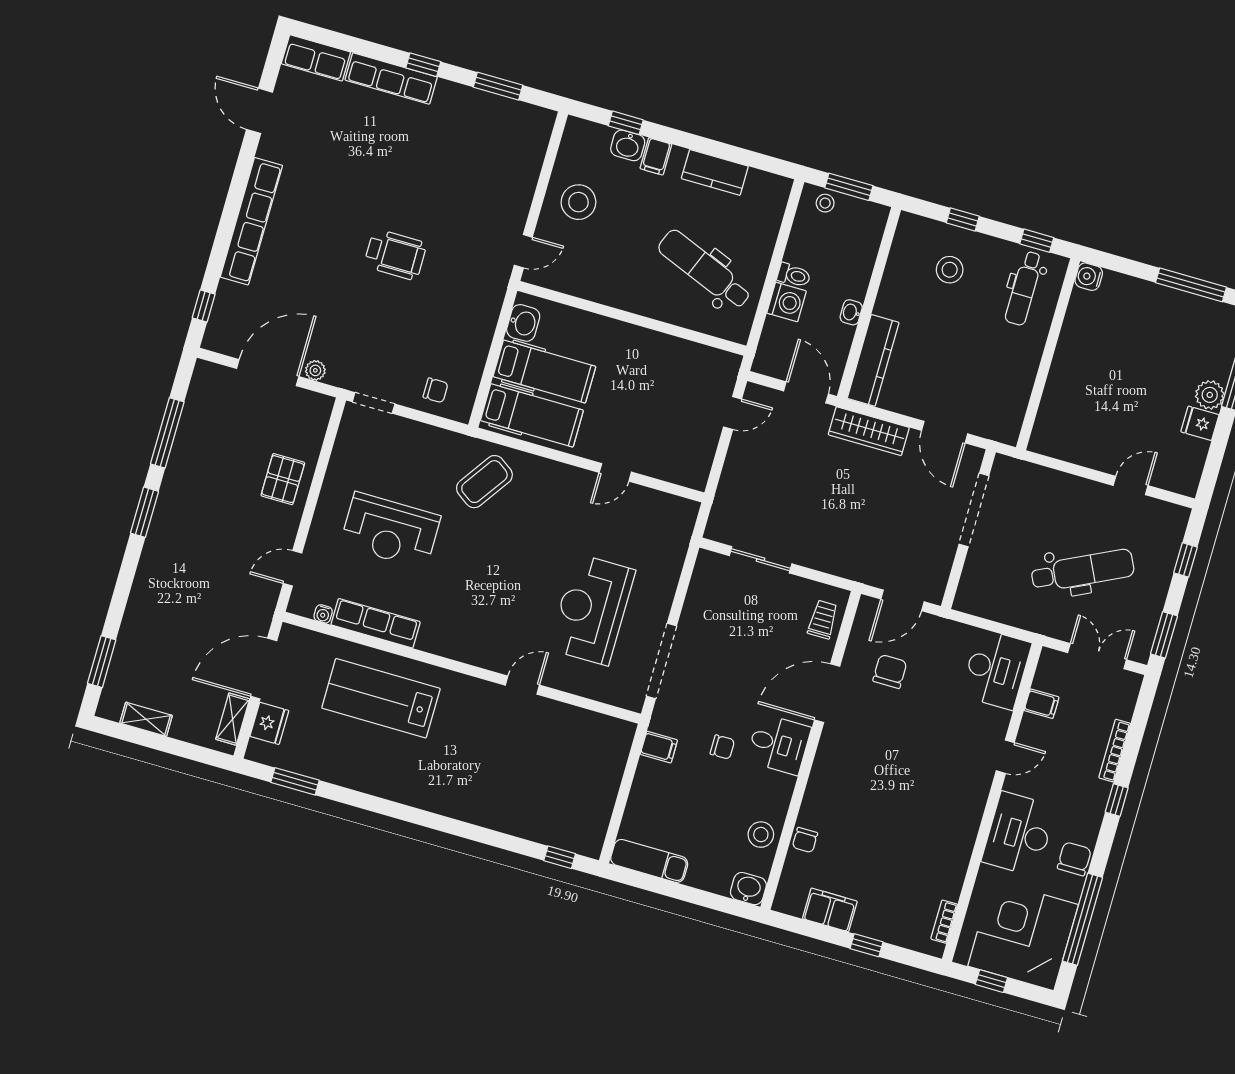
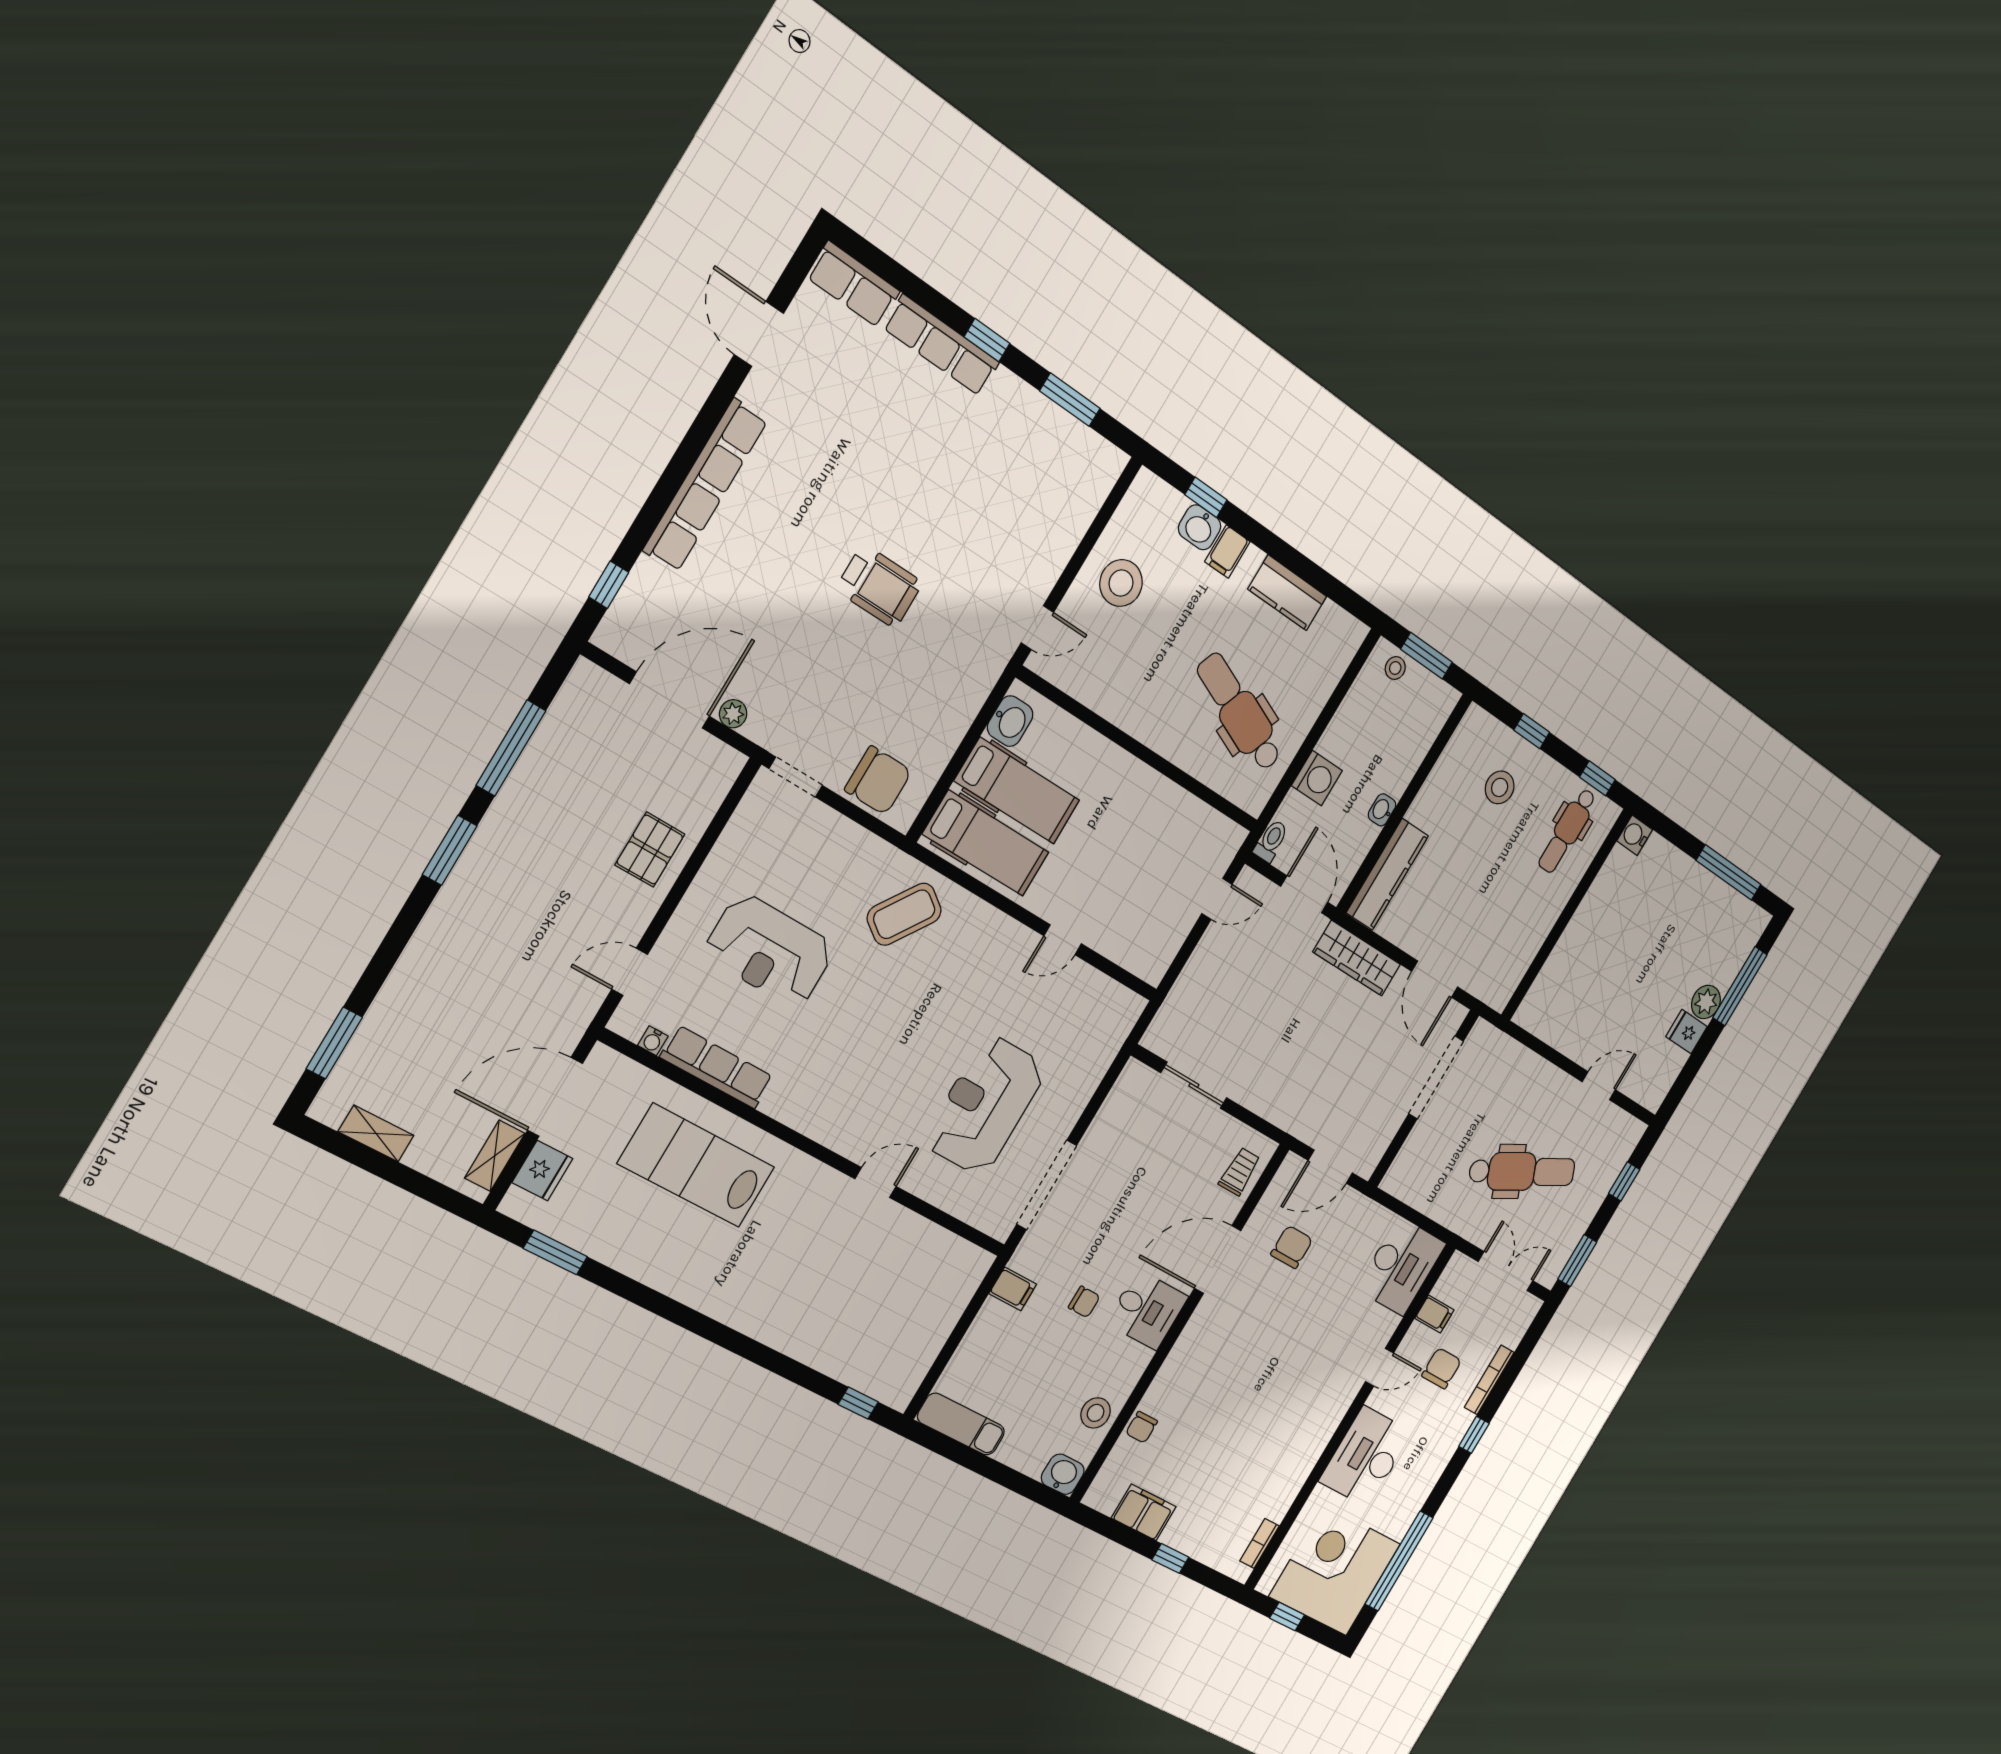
toilet: (794, 275) -> (1271, 841), moved, turned -90
chair: (436, 390) -> (878, 780), width x1.87, depth x1.87
chair: (1074, 859) -> (1442, 1368), moved

